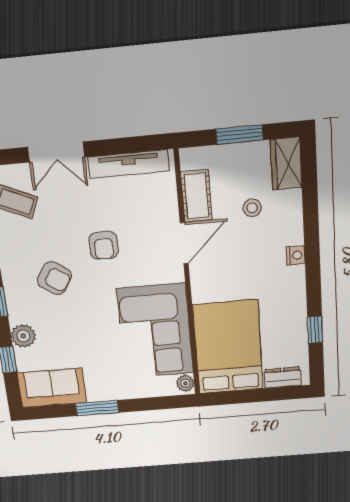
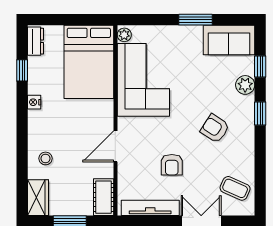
cot: (197, 196) -> (104, 197), moved
stool: (252, 208) -> (46, 158), moved
armchair: (104, 245) -> (172, 165), moved, turned 180
nightstand: (296, 255) -> (34, 102), moved
dresser: (283, 377) -> (36, 41), moved, turned -90

